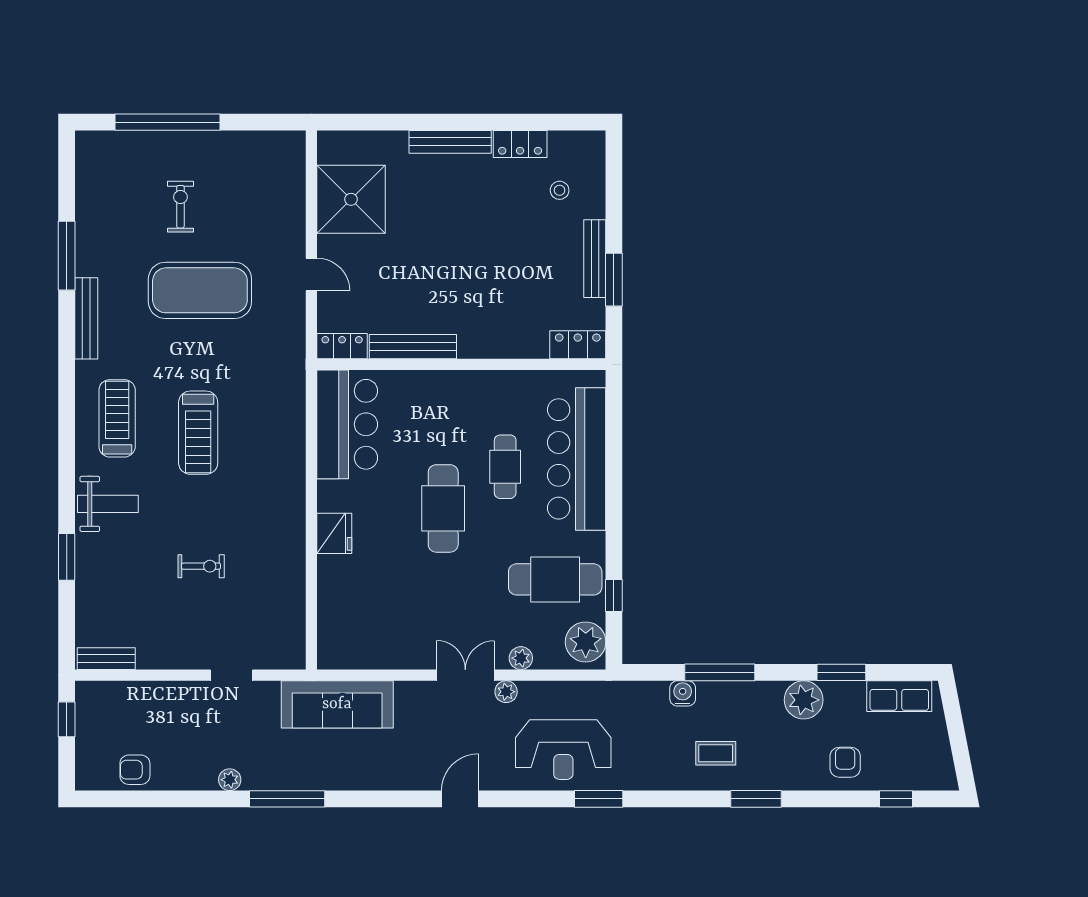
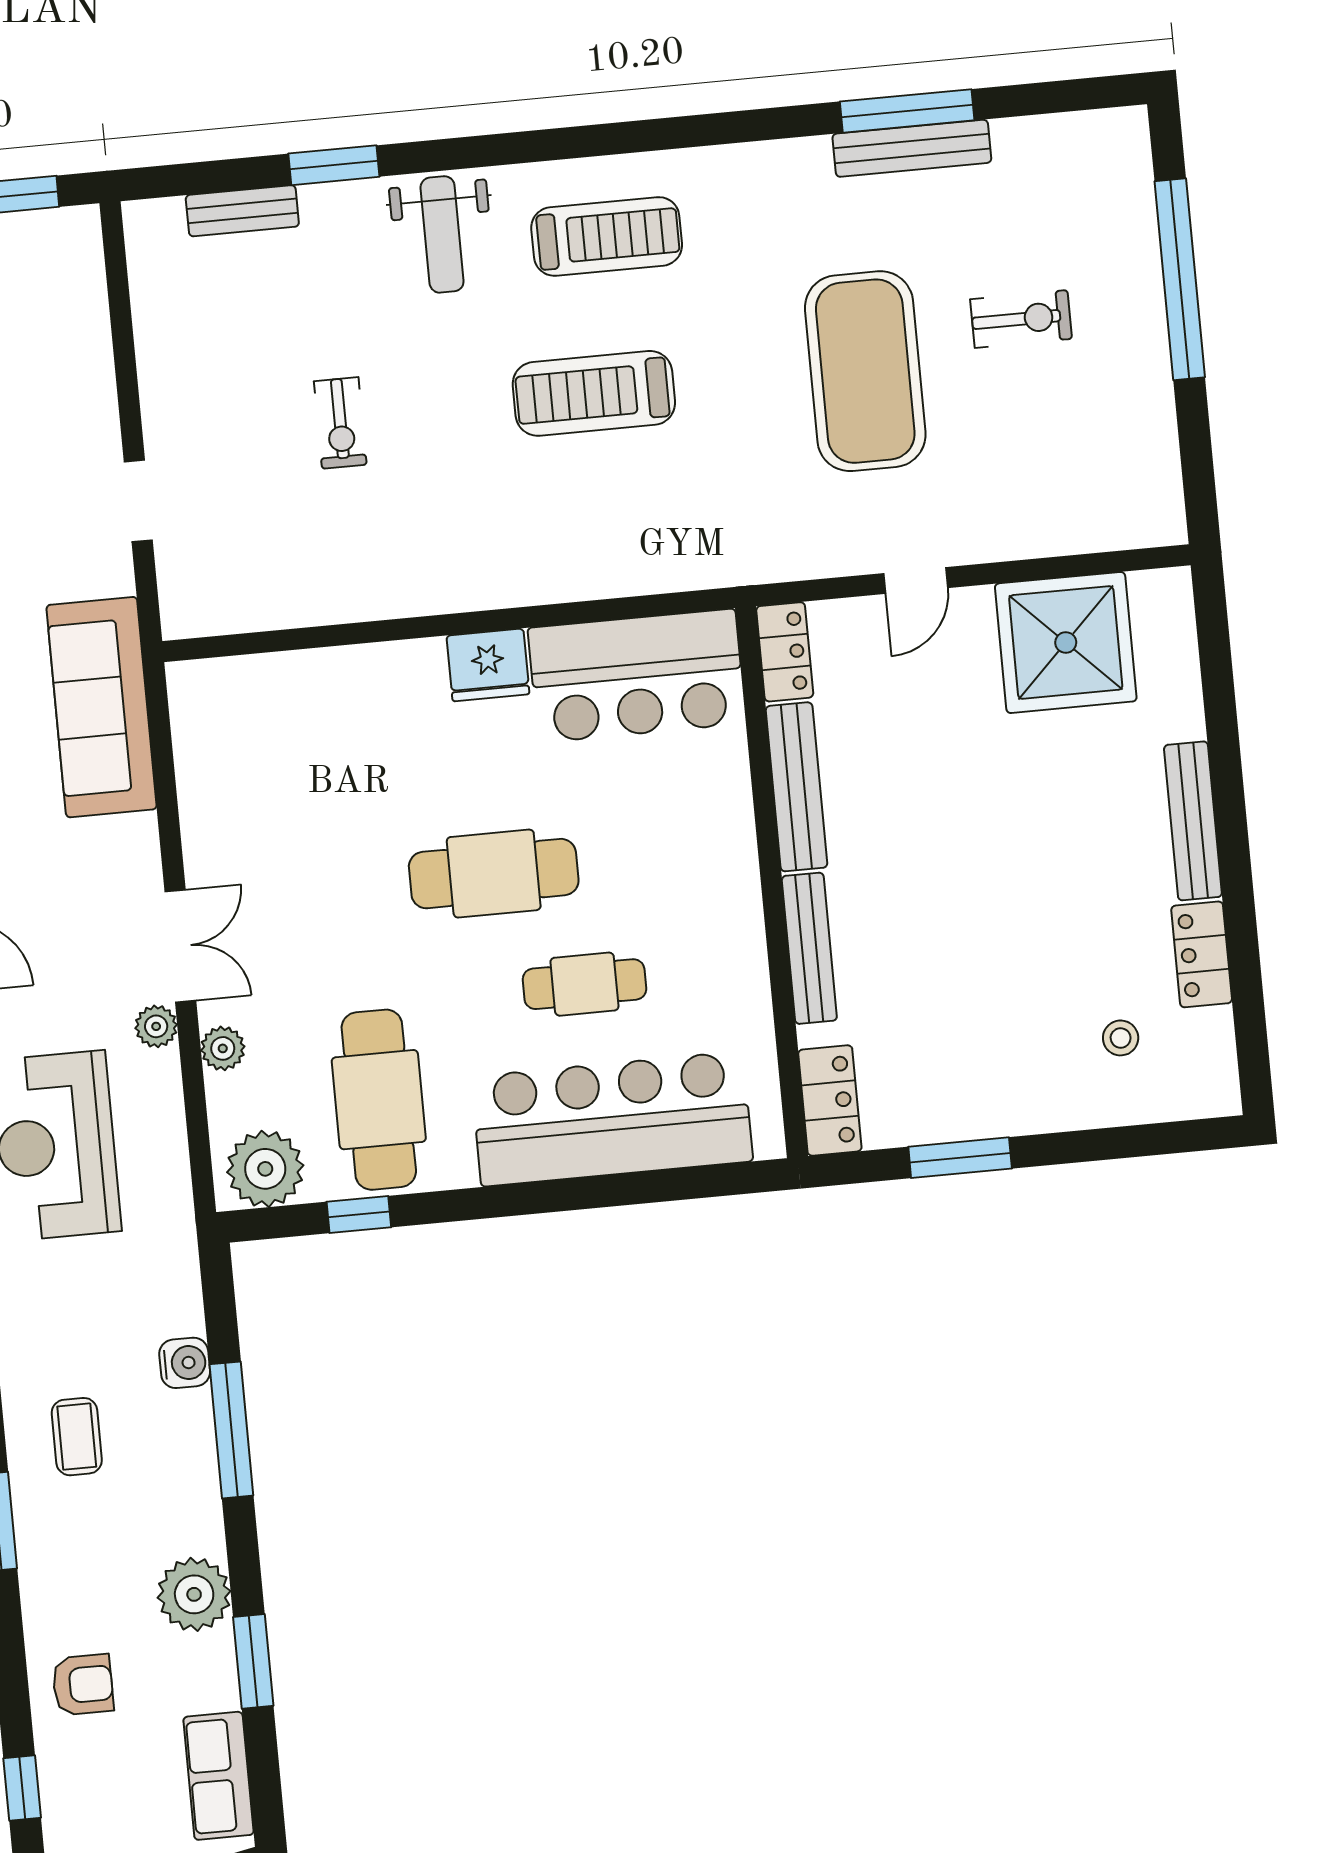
bench: (595, 259) -> (809, 948), moved, turned 90
bench: (86, 318) -> (912, 148), moved
fridge: (334, 533) -> (488, 665), moved
bench: (106, 659) -> (242, 211), moved, turned 90

